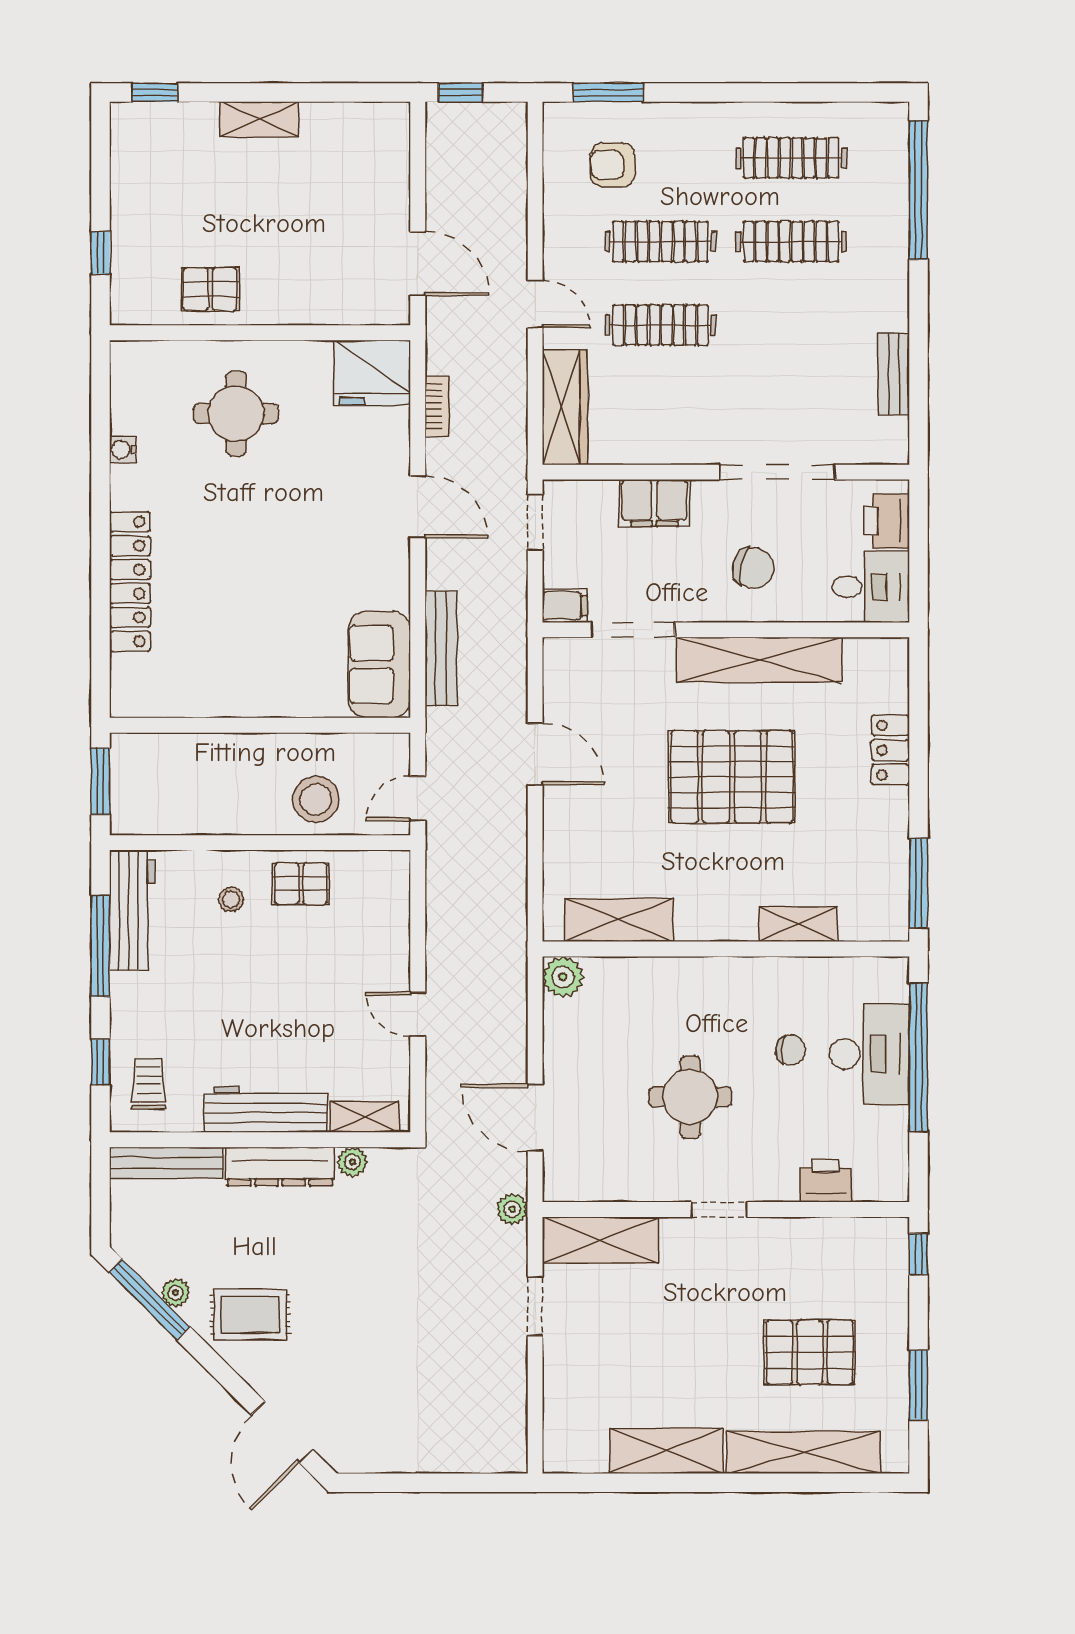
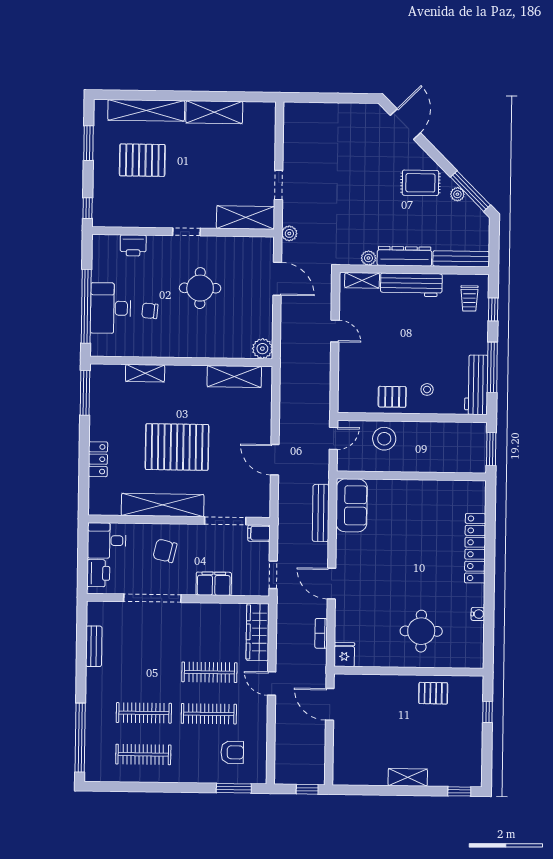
fridge: (372, 373) -> (344, 655), width x0.53, depth x0.75

